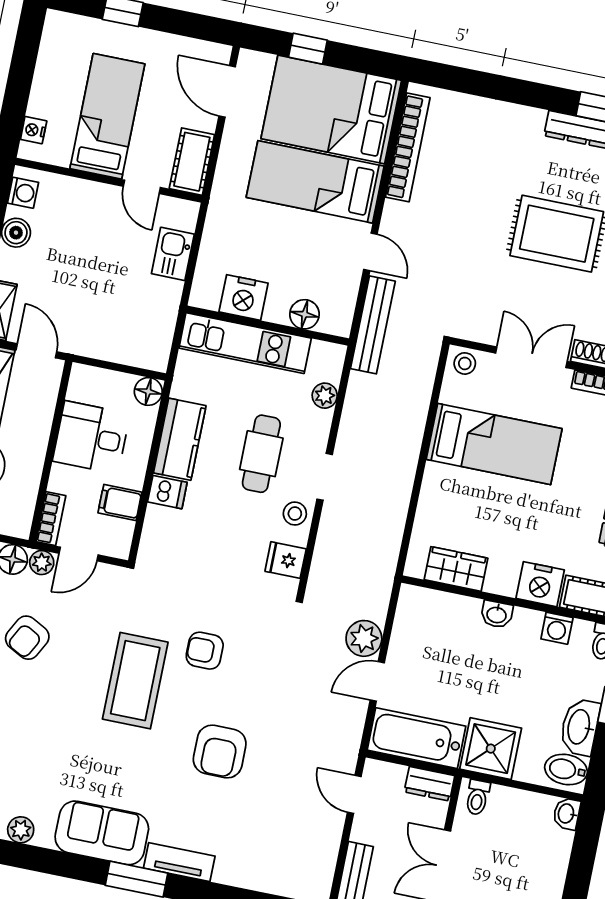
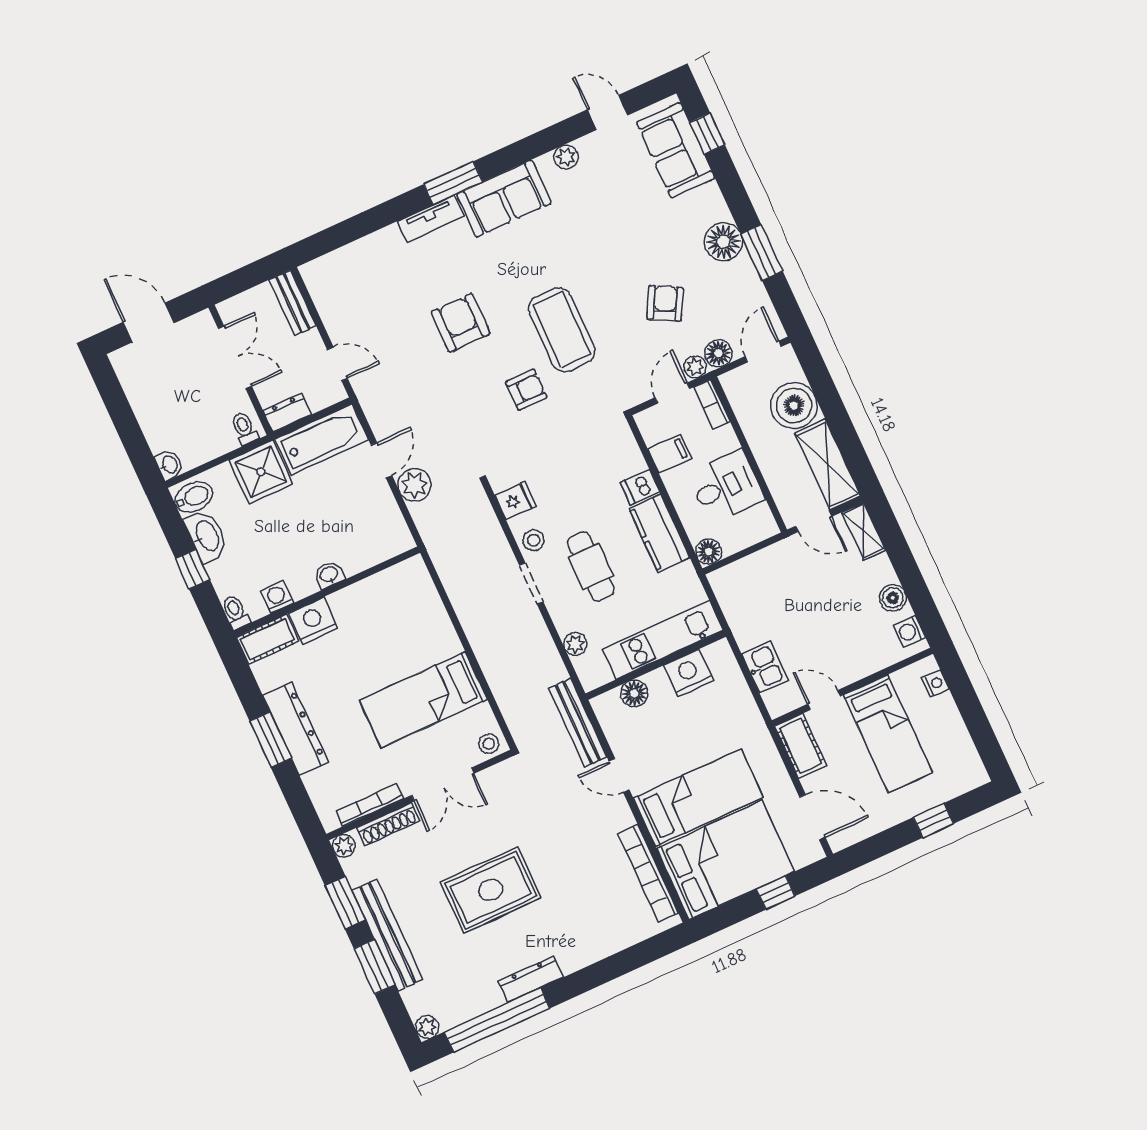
wardrobe: (456, 569) -> (384, 586), removed

